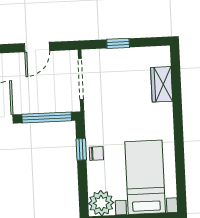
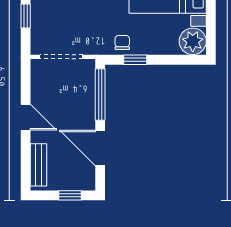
door: (37, 47) -> (26, 117), moved
chair: (96, 153) -> (122, 42), moved

